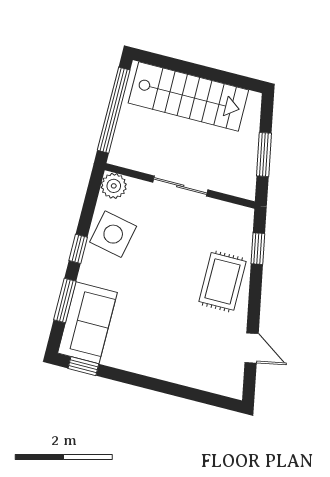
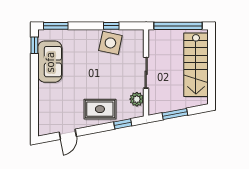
plant: (114, 186) -> (137, 99), moved
window: (78, 249) -> (111, 26), moved
window: (65, 301) -> (56, 26), moved
sofa: (87, 323) -> (50, 62), moved, turned -90

